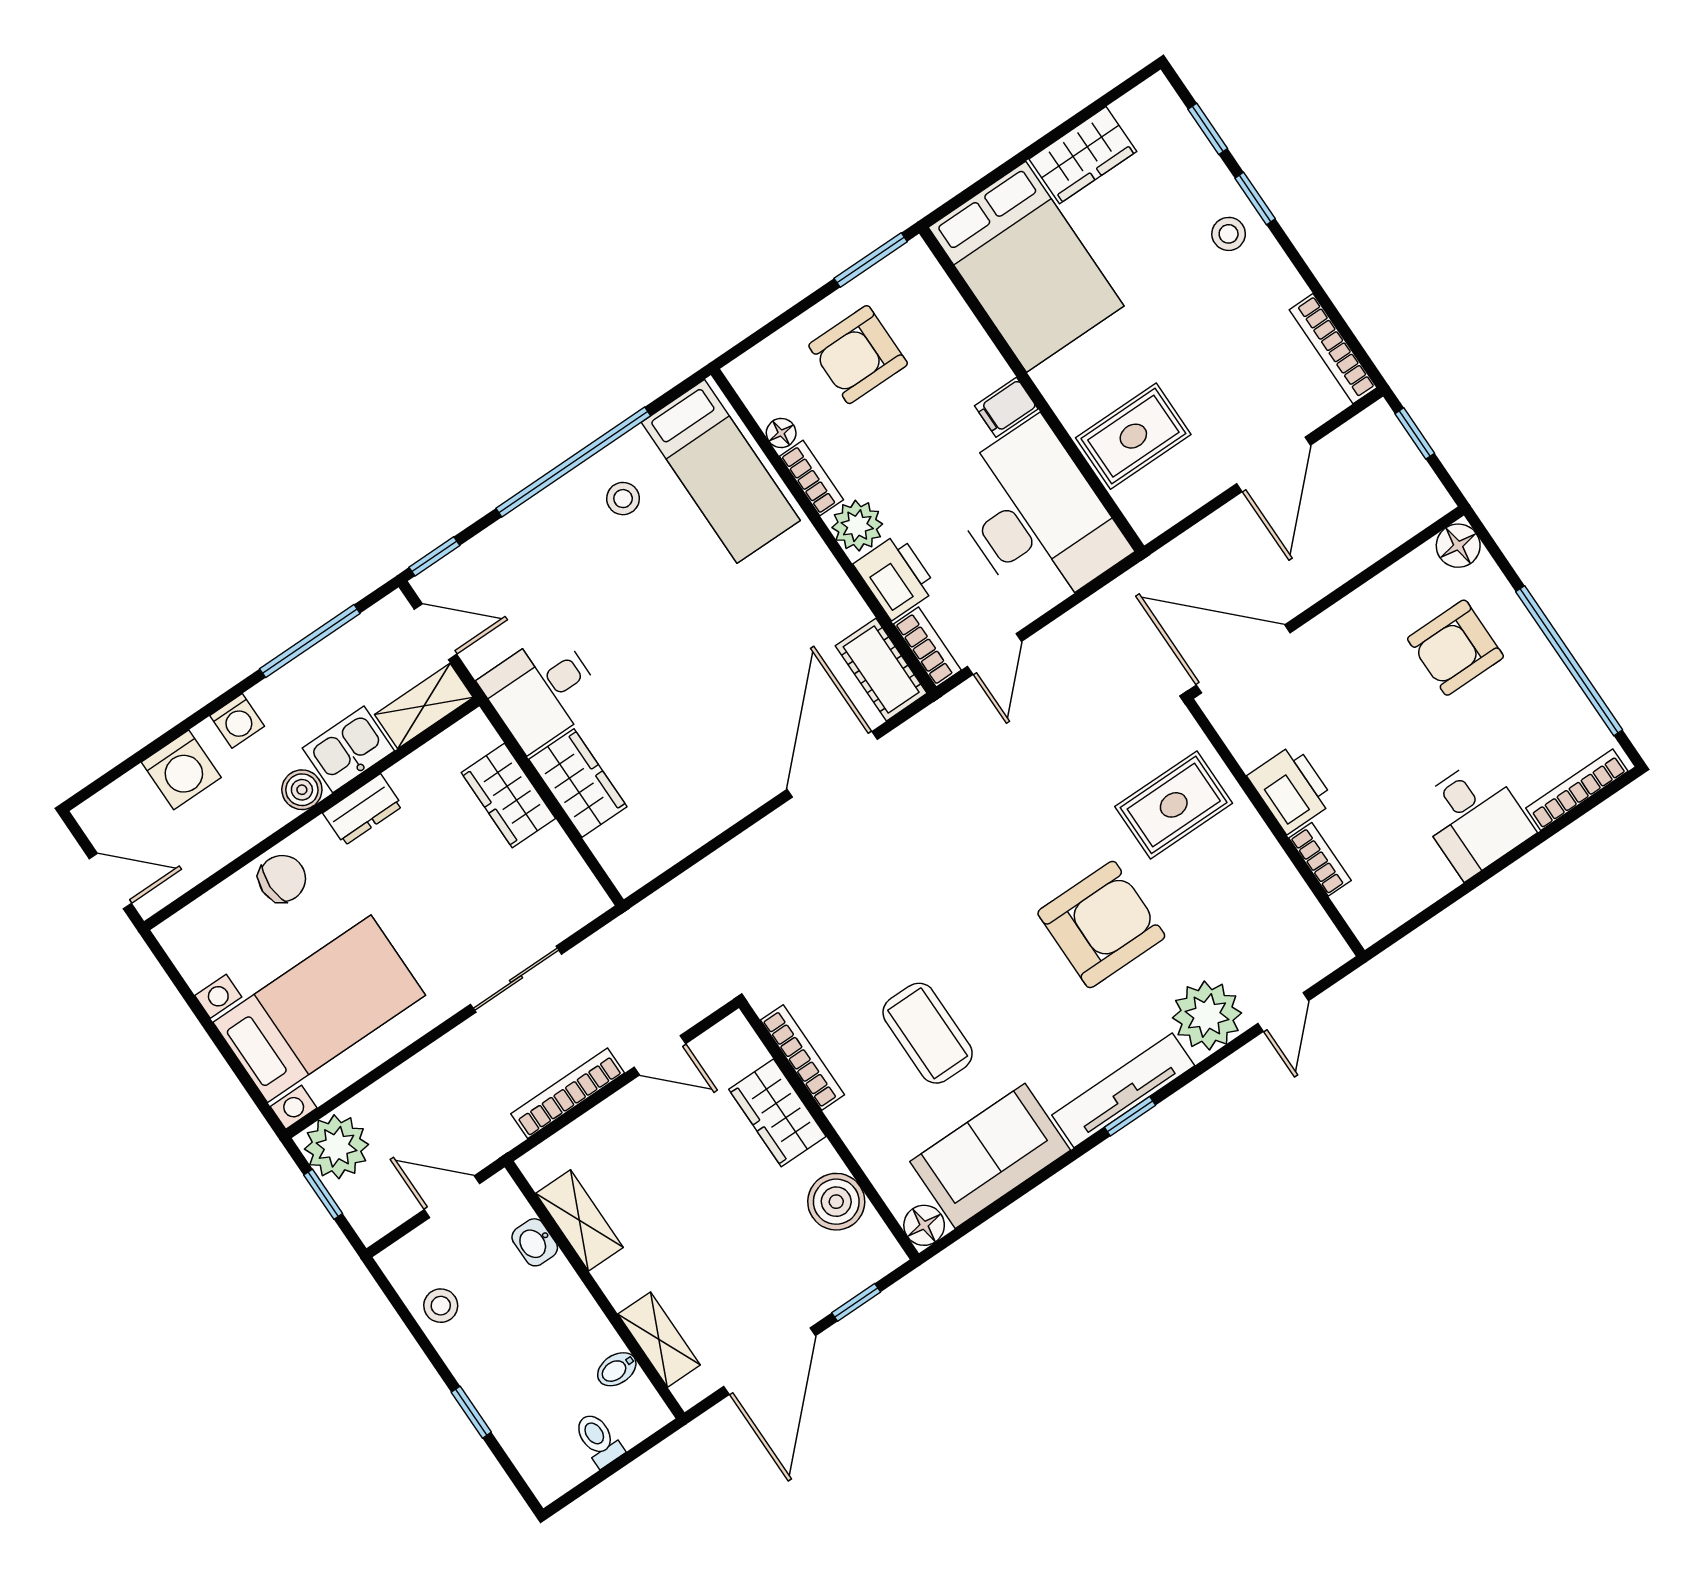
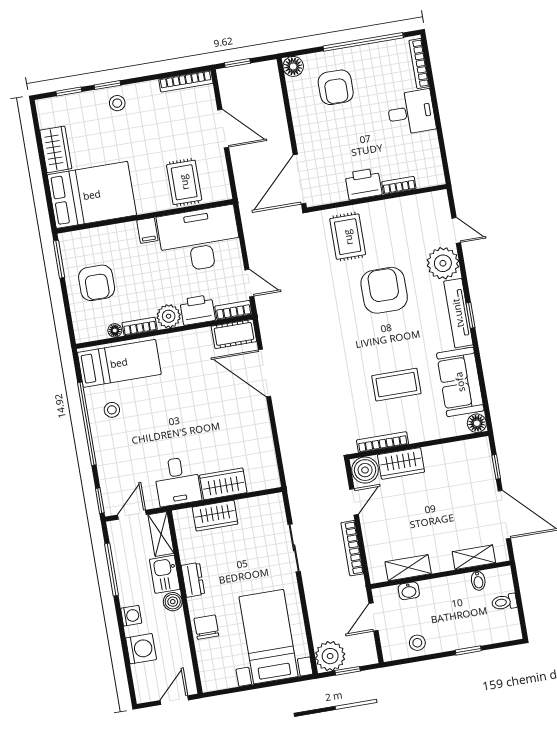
boiler: (836, 1202) -> (365, 470), moved

